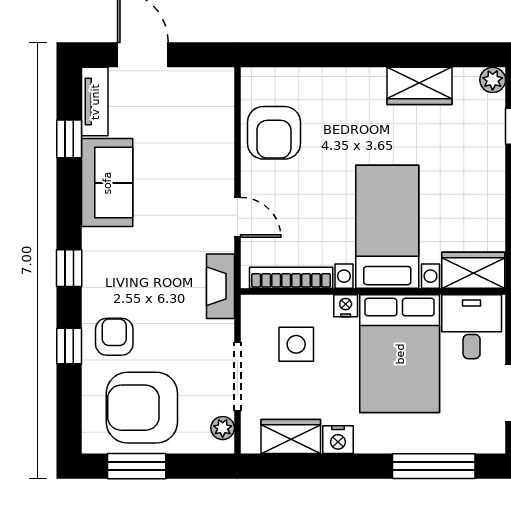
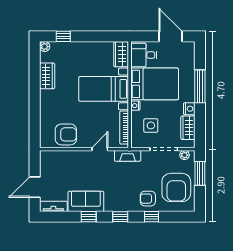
window: (69, 139) -> (89, 217), moved
window: (137, 466) -> (200, 173), moved
window: (434, 466) -> (200, 86), moved

